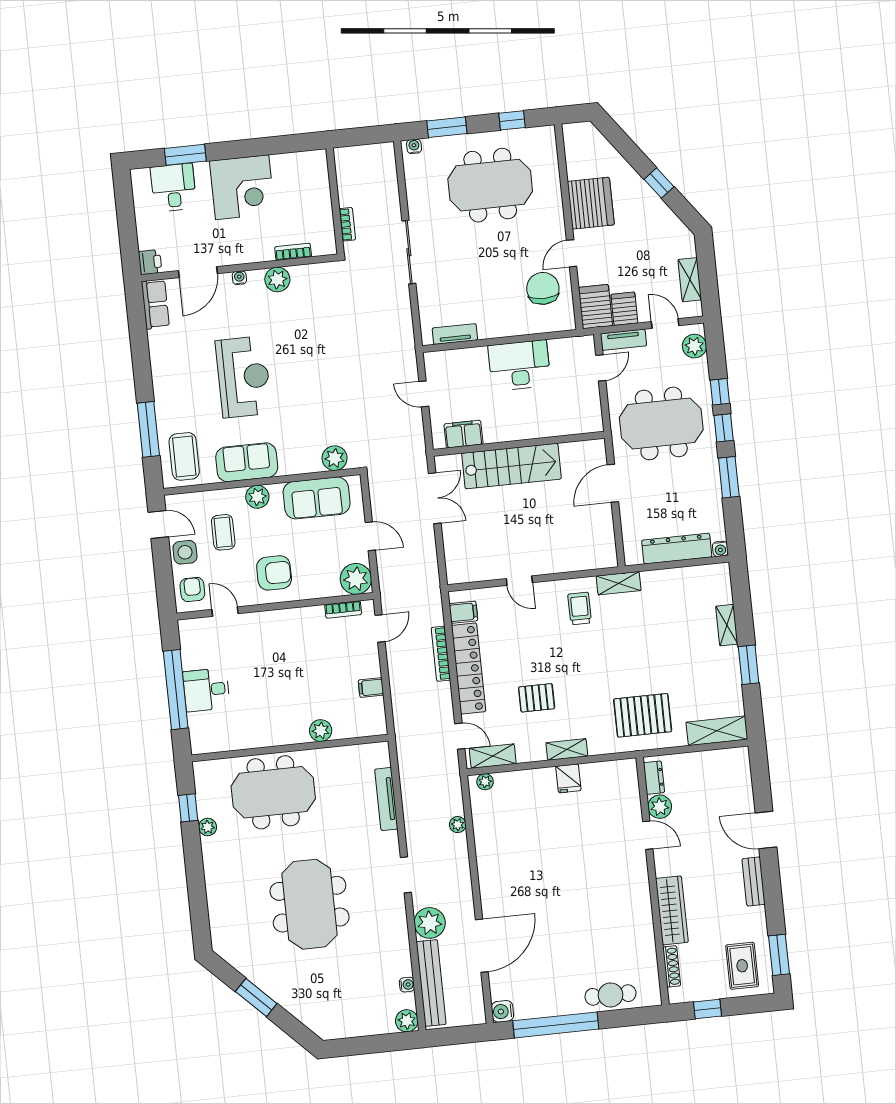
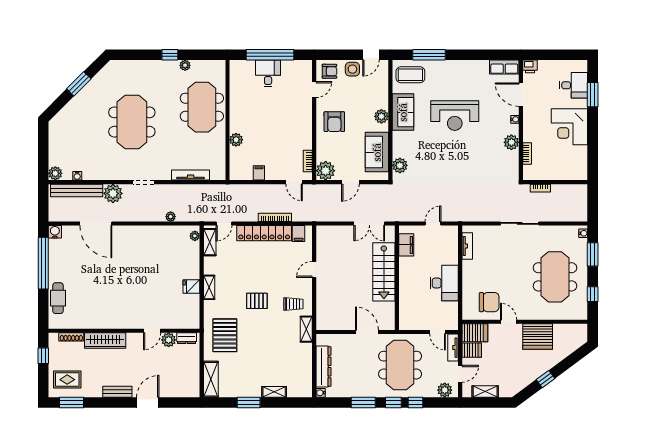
coffee table: (223, 532) -> (362, 93), removed
pallet: (537, 698) -> (257, 301), moved, turned 90
window: (188, 808) -> (170, 55), moved
meeting table: (310, 904) -> (132, 122), turned 90

